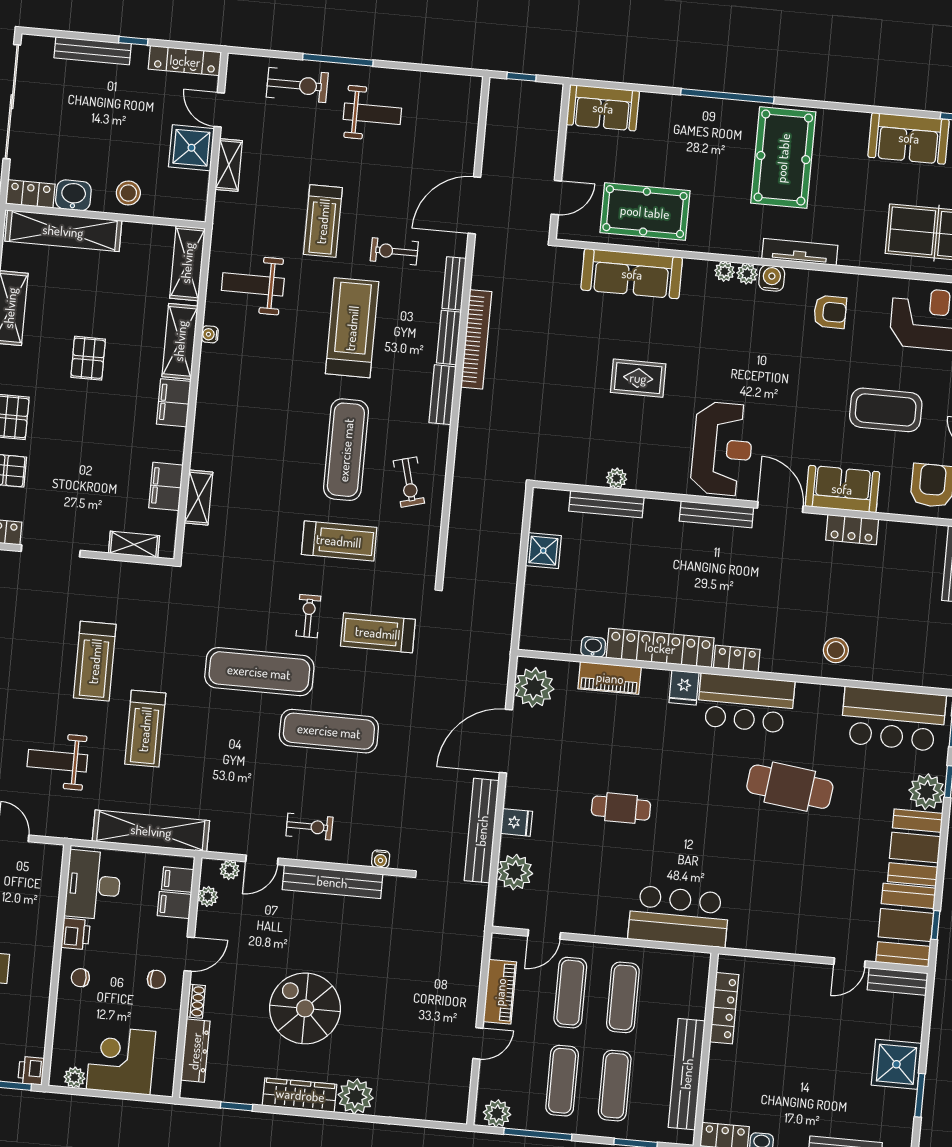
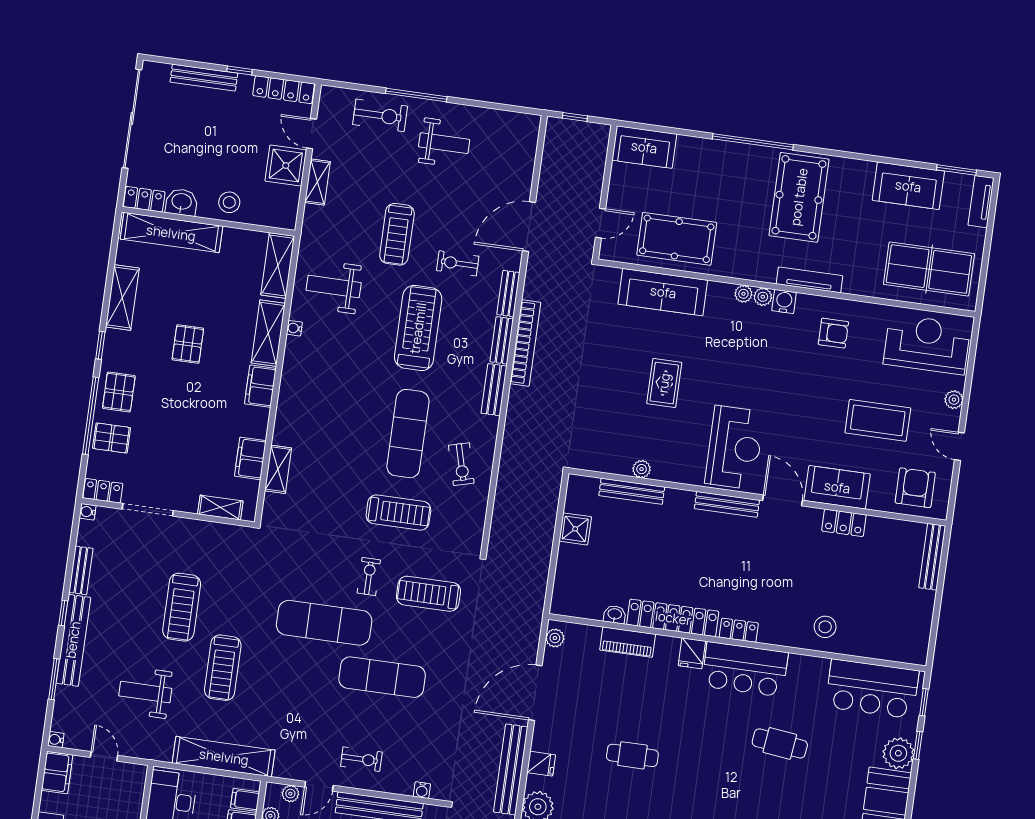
rug: (638, 378) -> (664, 383), turned 90
plant: (534, 687) -> (555, 638), width x0.53, depth x0.53
cafe table: (790, 787) -> (780, 743), width x0.73, depth x0.74

